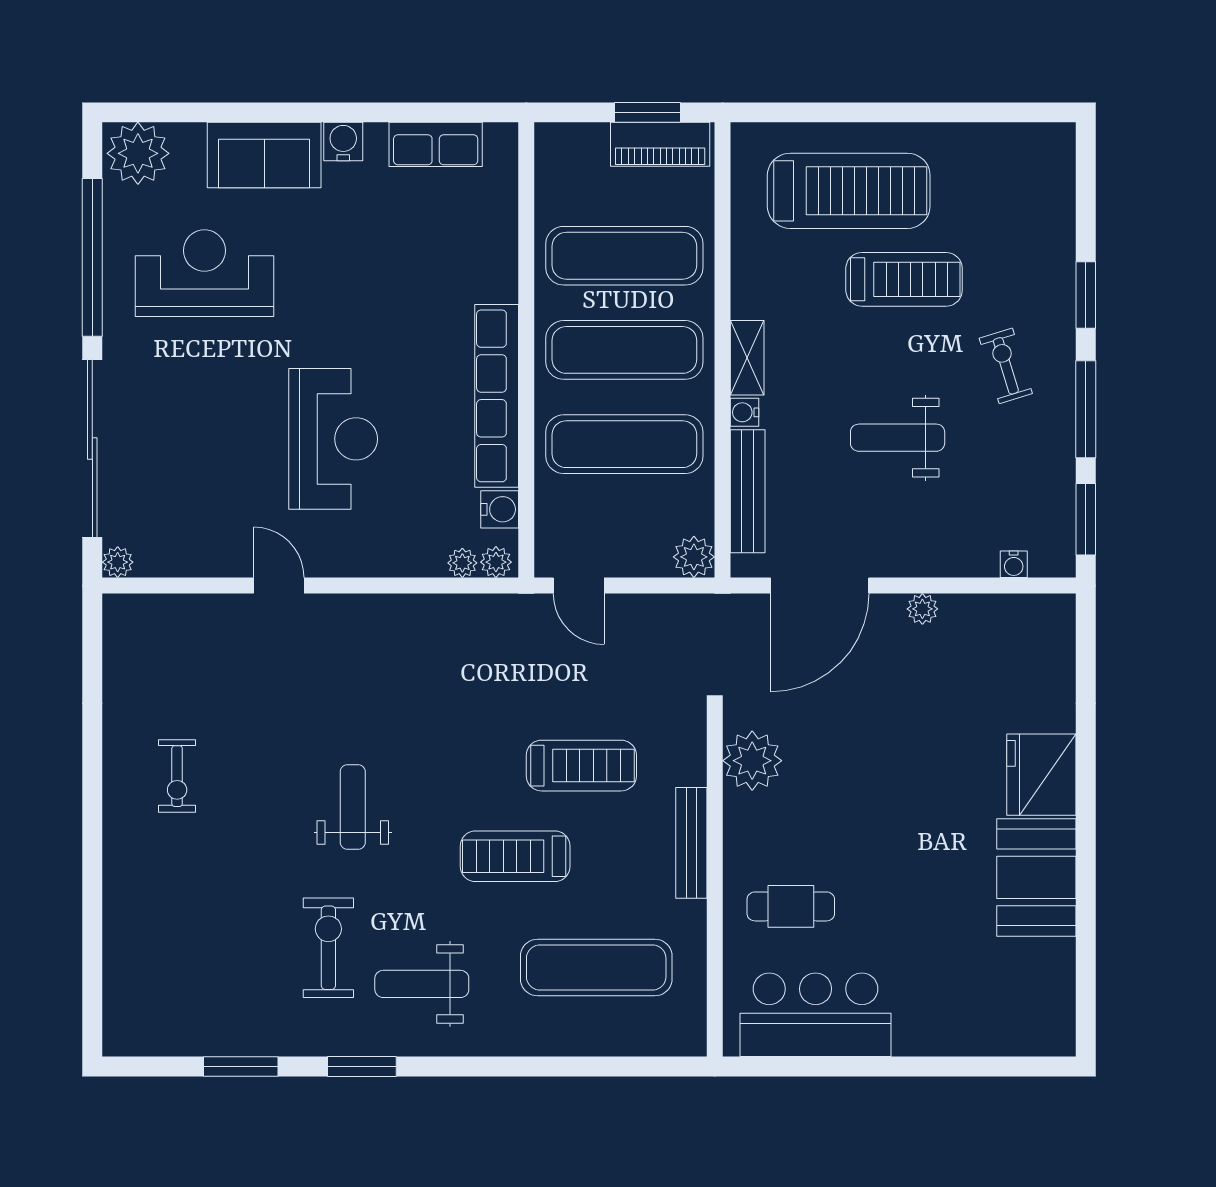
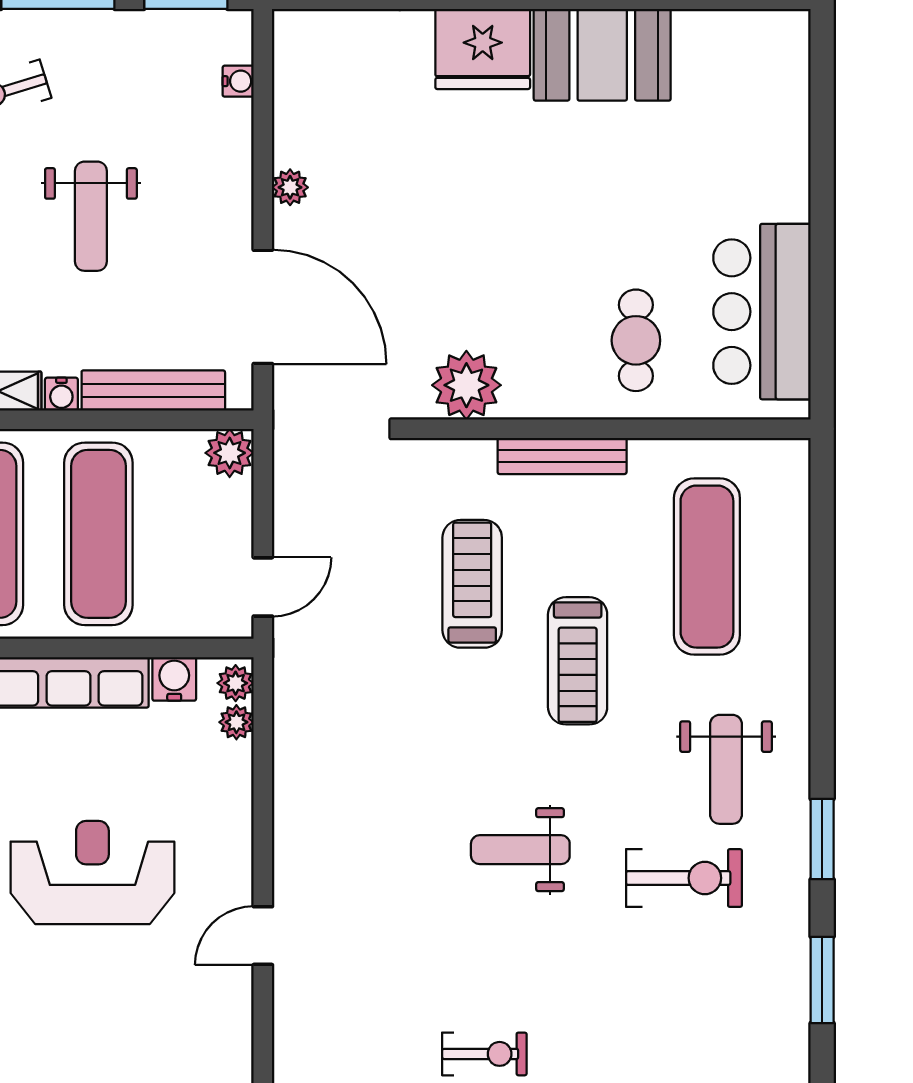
exercise bike: (328, 948) -> (684, 878), turned 180

